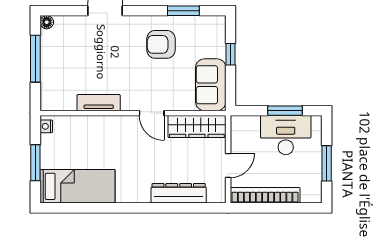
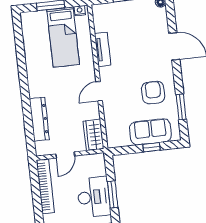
sofa: (211, 85) -> (150, 132), moved
wardrobe: (197, 127) -> (93, 135), width x0.67
door: (228, 165) -> (65, 155), hinge flipped
bed: (77, 186) -> (63, 37), moved

